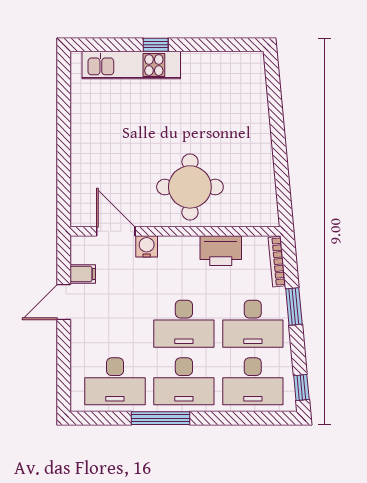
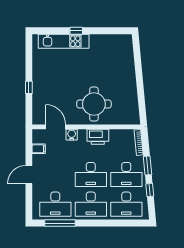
window: (64, 155) -> (29, 87), added
printer: (221, 251) -> (98, 137), moved
door: (64, 302) -> (29, 175), moved
window: (301, 388) -> (150, 190), moved
window: (160, 418) -> (60, 223), moved

